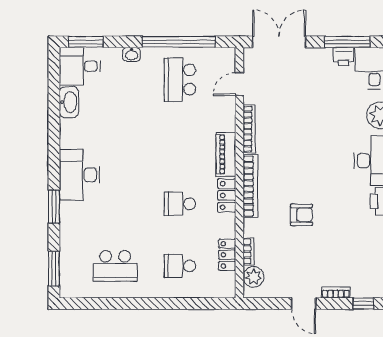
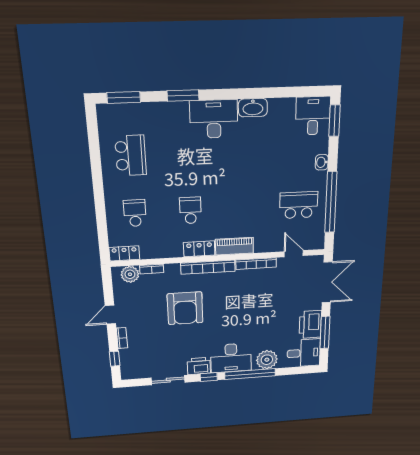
printer: (344, 56) -> (310, 324), width x1.87, depth x1.48
washbasin: (69, 102) -> (253, 108), moved
armchair: (301, 215) -> (185, 308), width x1.88, depth x1.88
locker: (227, 255) -> (124, 253), moved
school desk: (115, 266) -> (131, 156), turned 180

